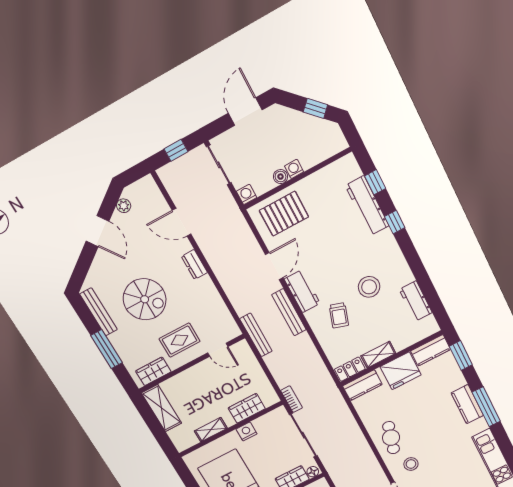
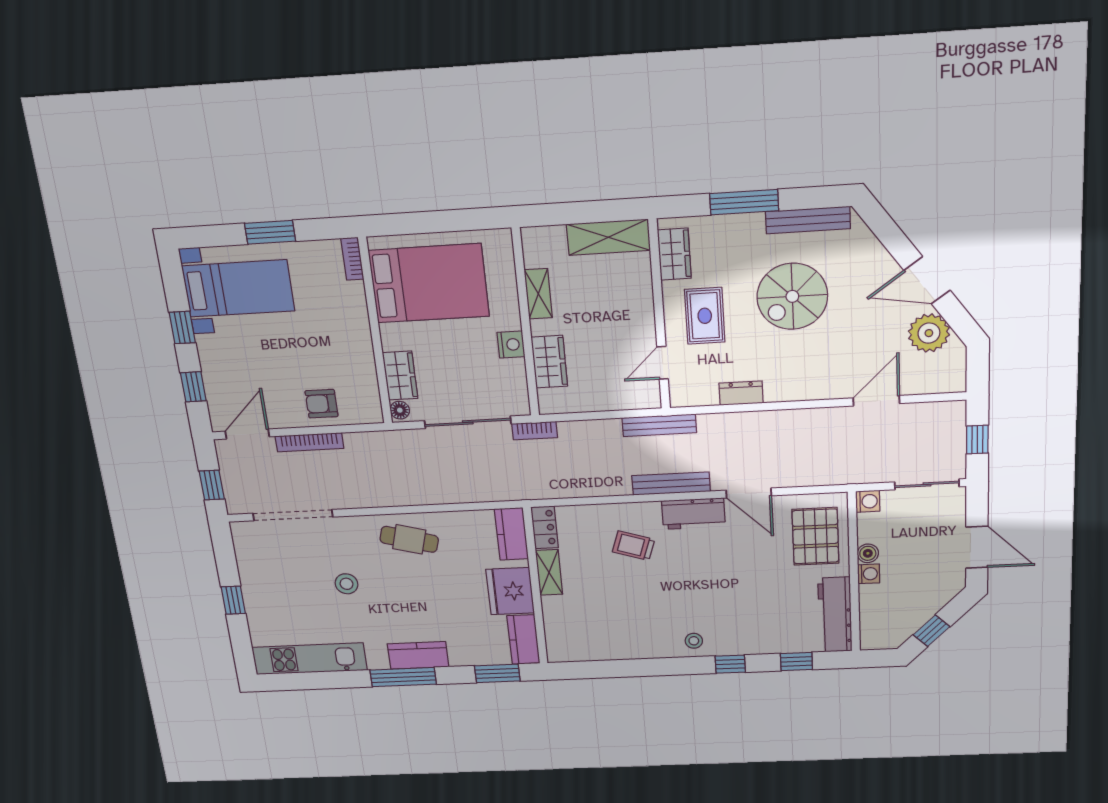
plant: (124, 206) -> (929, 333), width x1.87, depth x1.87
workbench: (367, 206) -> (835, 615), moved, turned -90
dresser: (194, 265) -> (741, 393), moved
stool: (369, 287) -> (694, 641), moved, width x0.53, depth x0.53
workbench: (416, 301) -> (606, 648), removed
stool: (411, 464) -> (346, 584), moved

